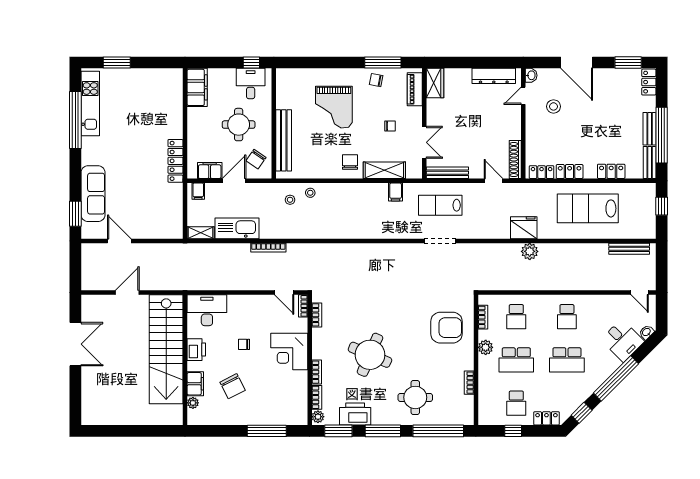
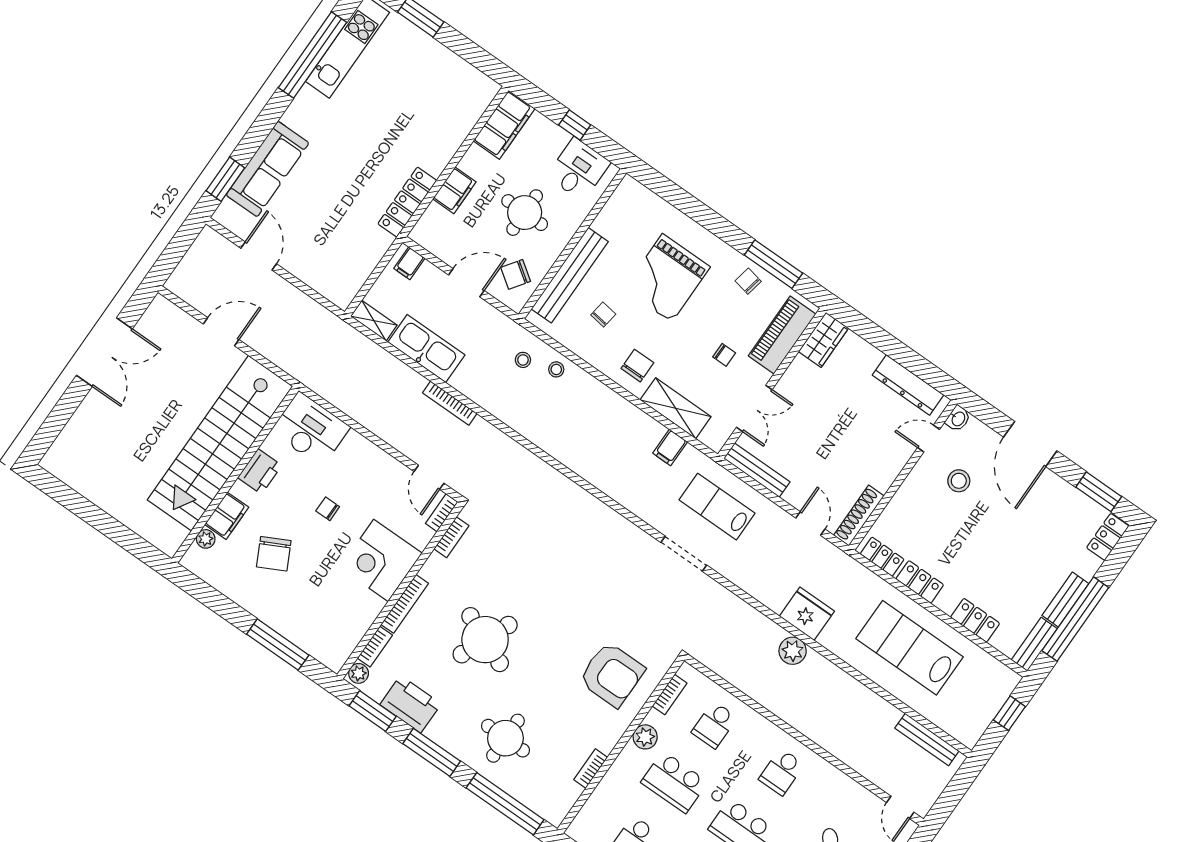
window: (251, 62) -> (575, 125), moved
piano: (415, 89) -> (782, 335), width x1.37, depth x1.33
chair: (315, 148) -> (603, 315), added
filing cabinet: (210, 171) -> (454, 190), moved, turned 90
bookcase: (317, 372) -> (405, 604), width x1.56

